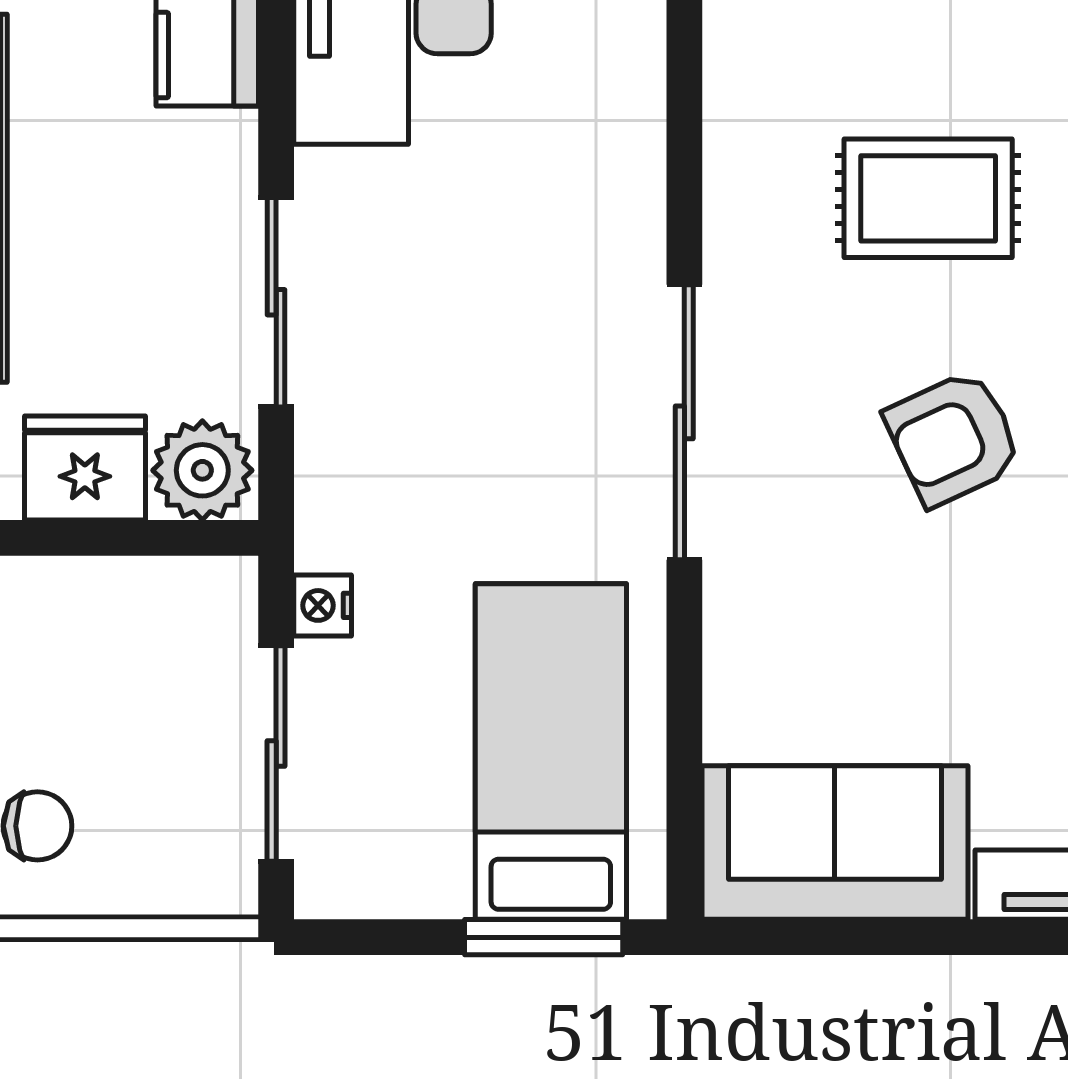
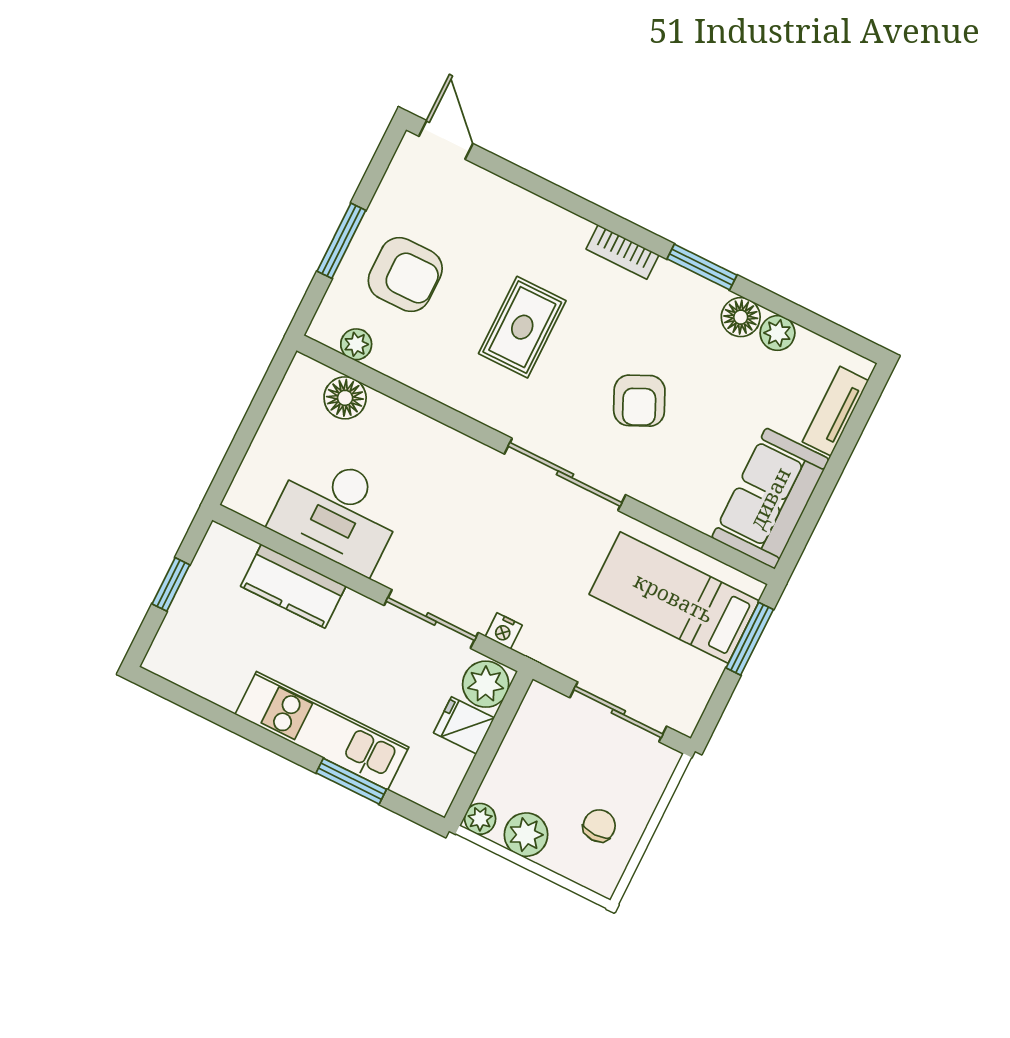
armchair: (953, 438) -> (639, 401), moved
fridge: (85, 468) -> (464, 725), width x0.72
nightstand: (323, 605) -> (504, 631), moved

